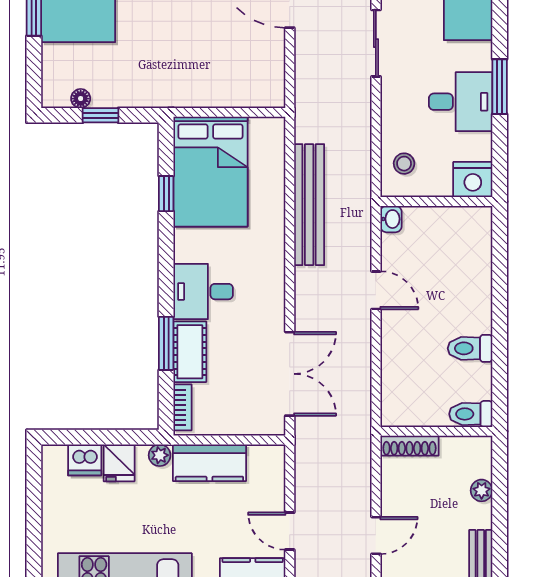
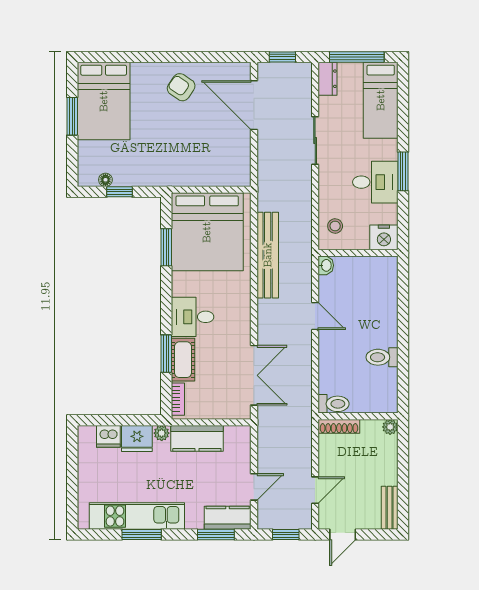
bed: (210, 172) -> (207, 232), width x1.36
window: (166, 194) -> (166, 247), width x1.50
toilet: (471, 414) -> (334, 404), moved, turned 180
fridge: (119, 463) -> (137, 438), width x1.38
plant: (482, 490) -> (390, 427), moved
door: (290, 531) -> (254, 487), swing flipped

